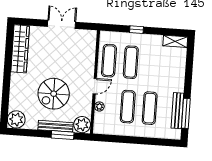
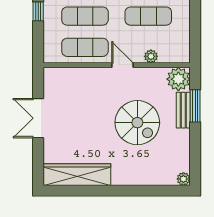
plant: (16, 119) -> (183, 179), width x0.53, depth x0.53
bench: (56, 126) -> (183, 110), width x0.73

